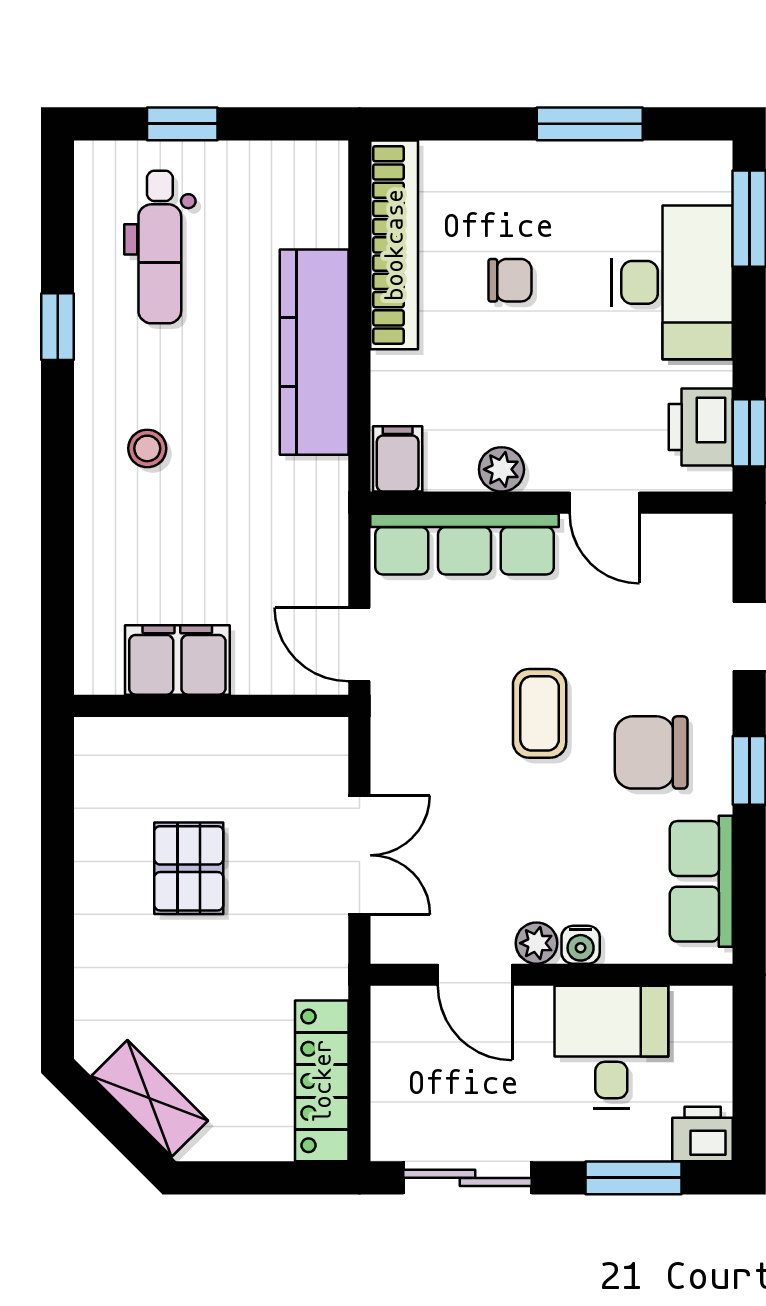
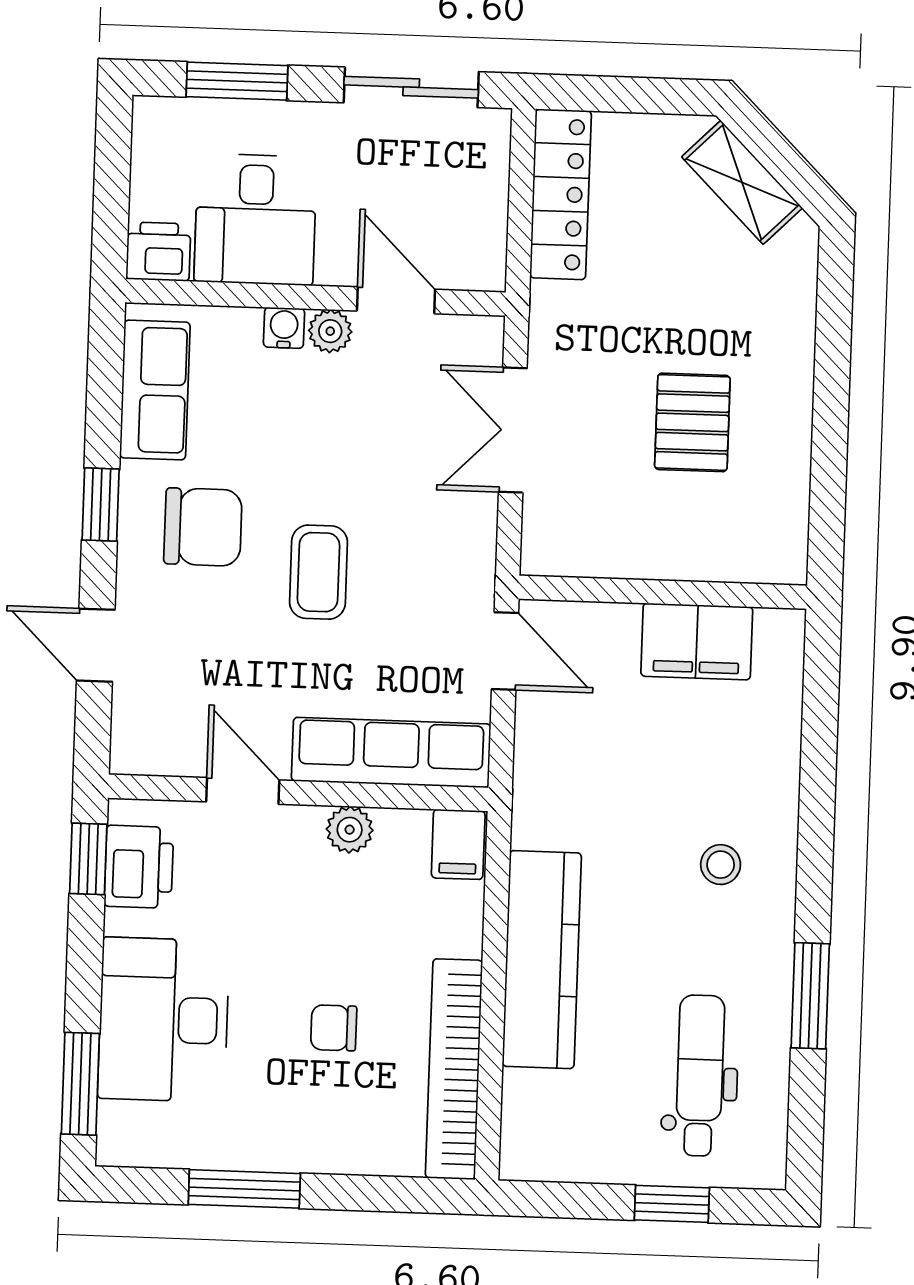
window: (58, 327) -> (810, 996), width x1.50
printer: (703, 1134) -> (158, 252), moved, turned 180

